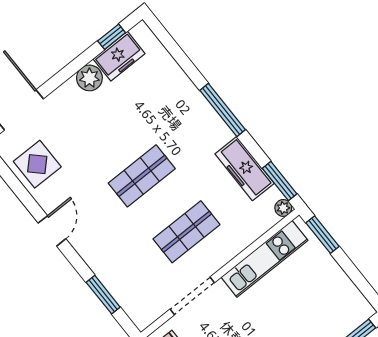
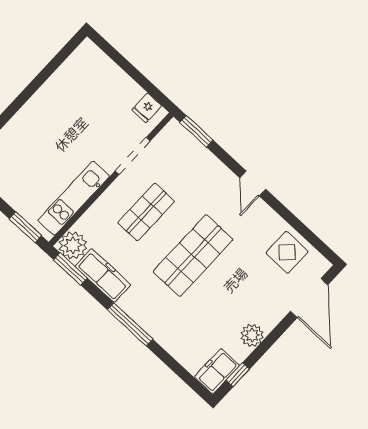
freezer: (119, 56) -> (217, 371), moved
shop shelf: (142, 176) -> (193, 256), width x1.43, depth x1.36
plant: (283, 208) -> (73, 245), width x1.88, depth x1.88
door: (52, 231) -> (253, 184), moved
window: (103, 295) -> (196, 131), moved

